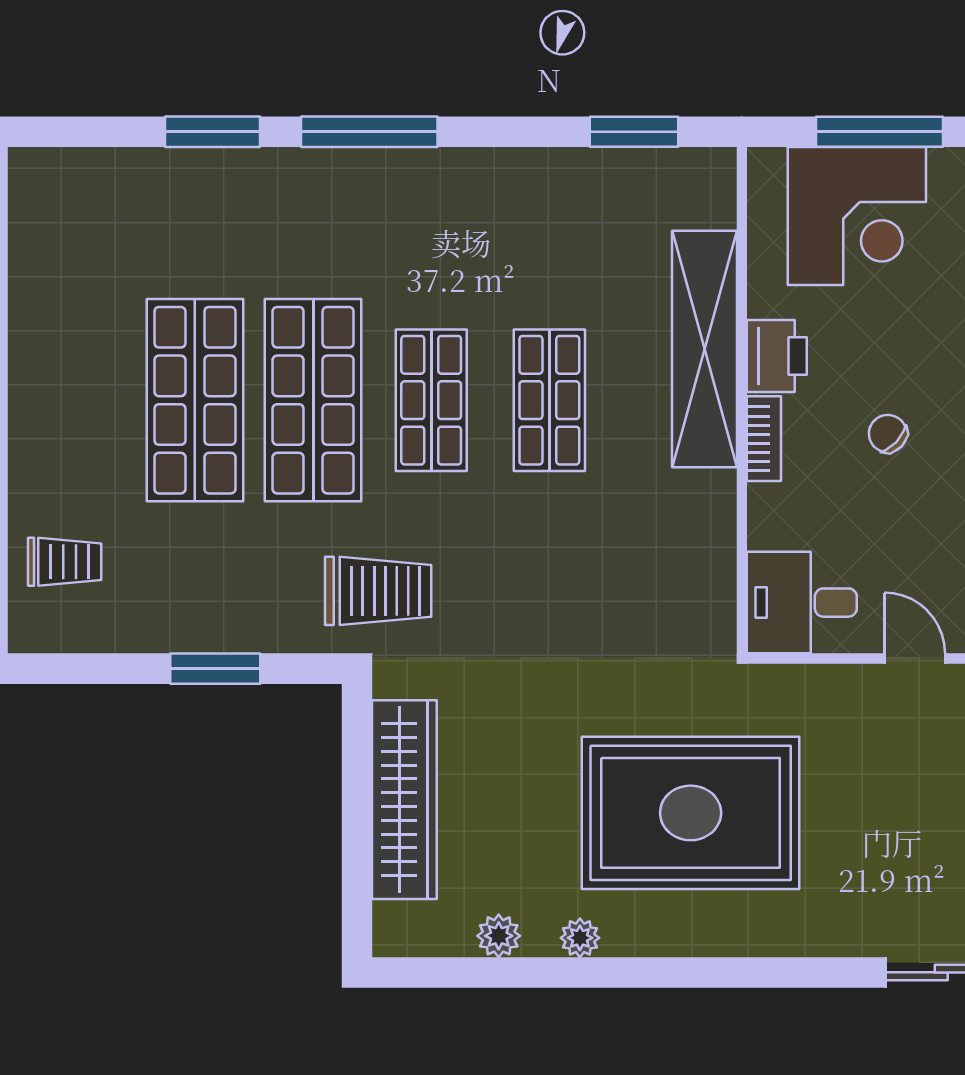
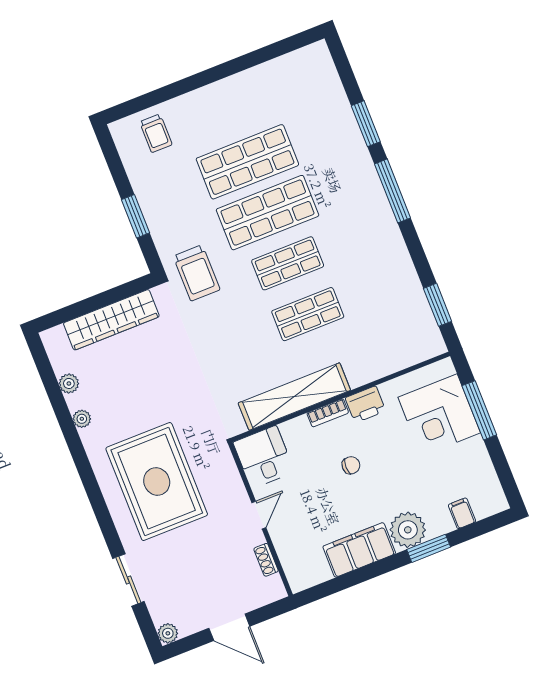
shelving: (705, 349) -> (294, 397), moved
chair: (888, 434) -> (351, 465), turned 47
rug: (691, 813) -> (157, 482), moved

